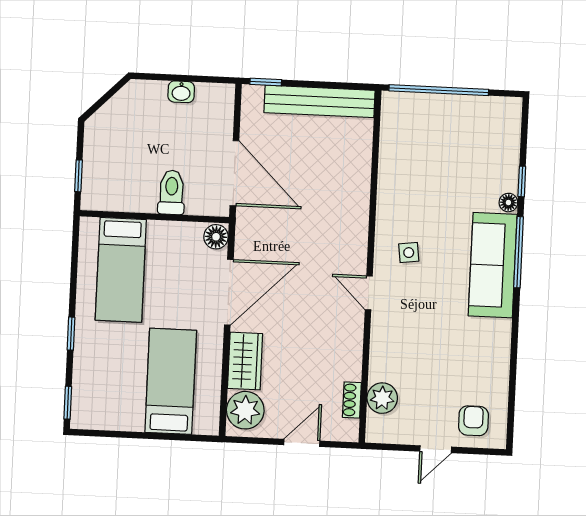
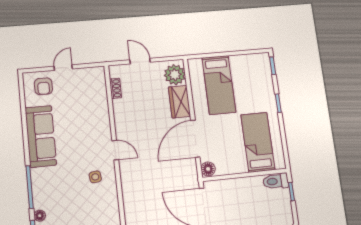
toilet: (171, 192) -> (276, 181), moved, turned 90
sofa: (493, 265) -> (41, 136), moved
plant: (382, 398) -> (98, 92), removed
door: (302, 443) -> (140, 61), swing flipped

